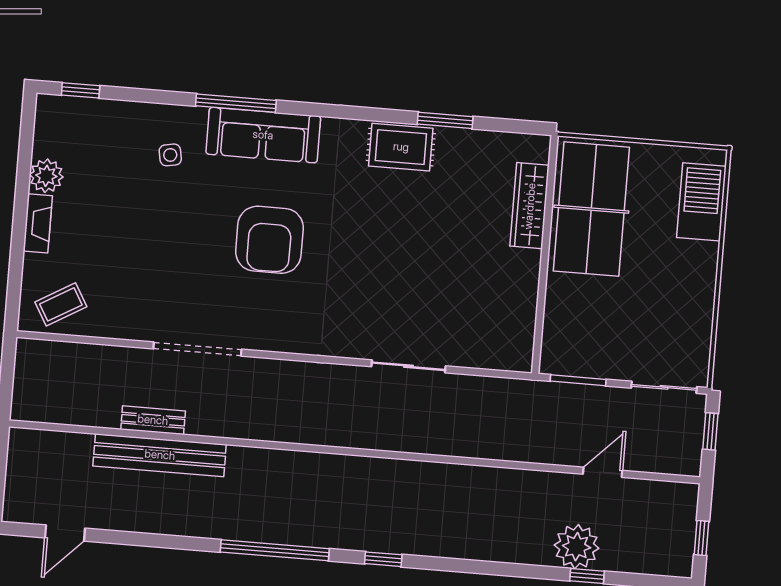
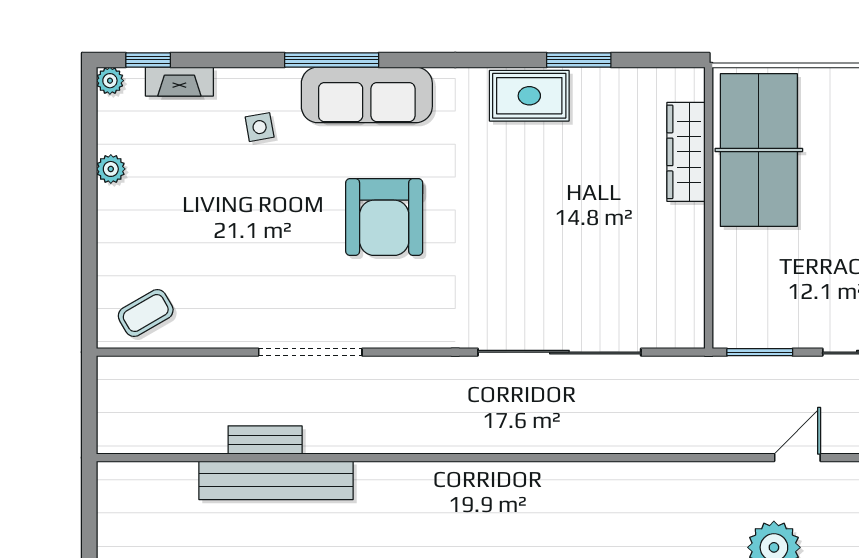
plant: (47, 105) -> (110, 81), added
plant: (46, 176) -> (111, 169), width x0.73, depth x0.73
fireplace: (38, 223) -> (179, 82), moved, turned 90
sliding door: (408, 366) -> (559, 352), width x1.86

